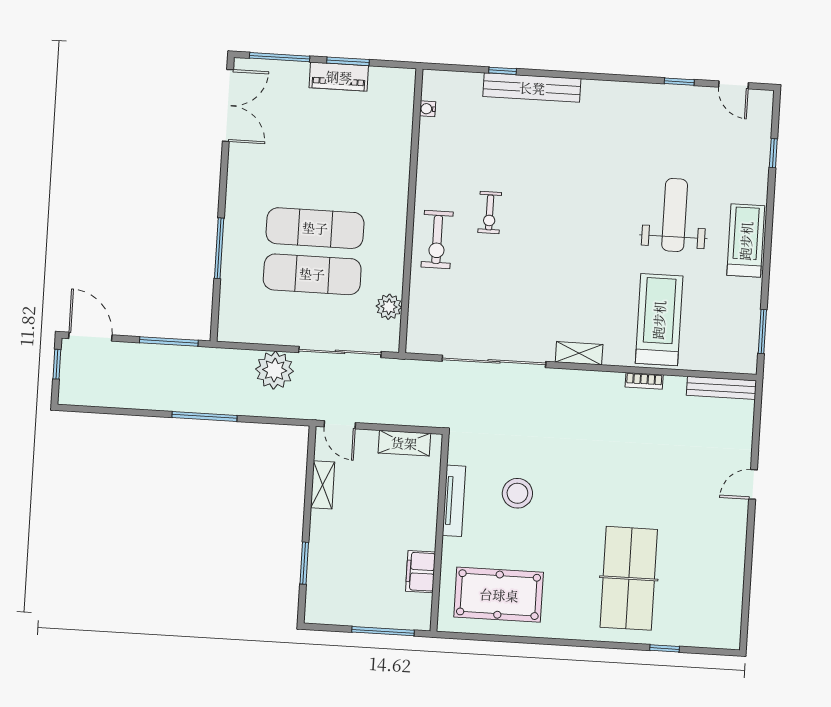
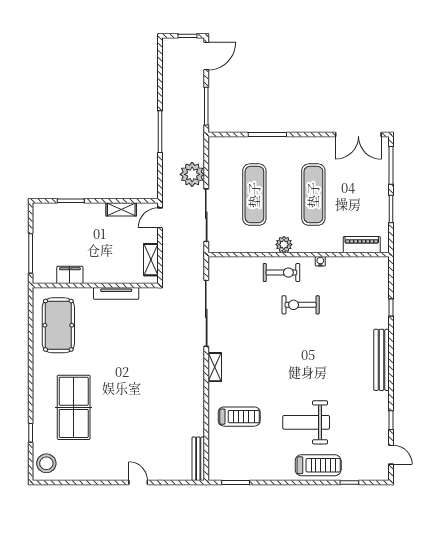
piano: (339, 77) -> (362, 245), moved, turned 90
door: (733, 85) -> (391, 455), swing flipped
bench: (532, 88) -> (382, 360), moved
water cooler: (428, 109) -> (320, 261), moved
exercise bike: (490, 213) -> (301, 305), width x1.38, depth x1.39
weight bench: (675, 215) -> (306, 422), turned 180
exercise mat: (315, 228) -> (313, 195), moved
exercise bike: (437, 239) -> (281, 273), turned 180
treadmill: (746, 241) -> (318, 465), moved
plant: (389, 307) -> (284, 245), moved
treadmill: (659, 320) -> (239, 417), width x0.73, depth x0.73
bookcase: (644, 381) -> (200, 409), removed
stool: (517, 493) -> (46, 463), moved
table tennis table: (629, 578) -> (74, 407), turned 90

